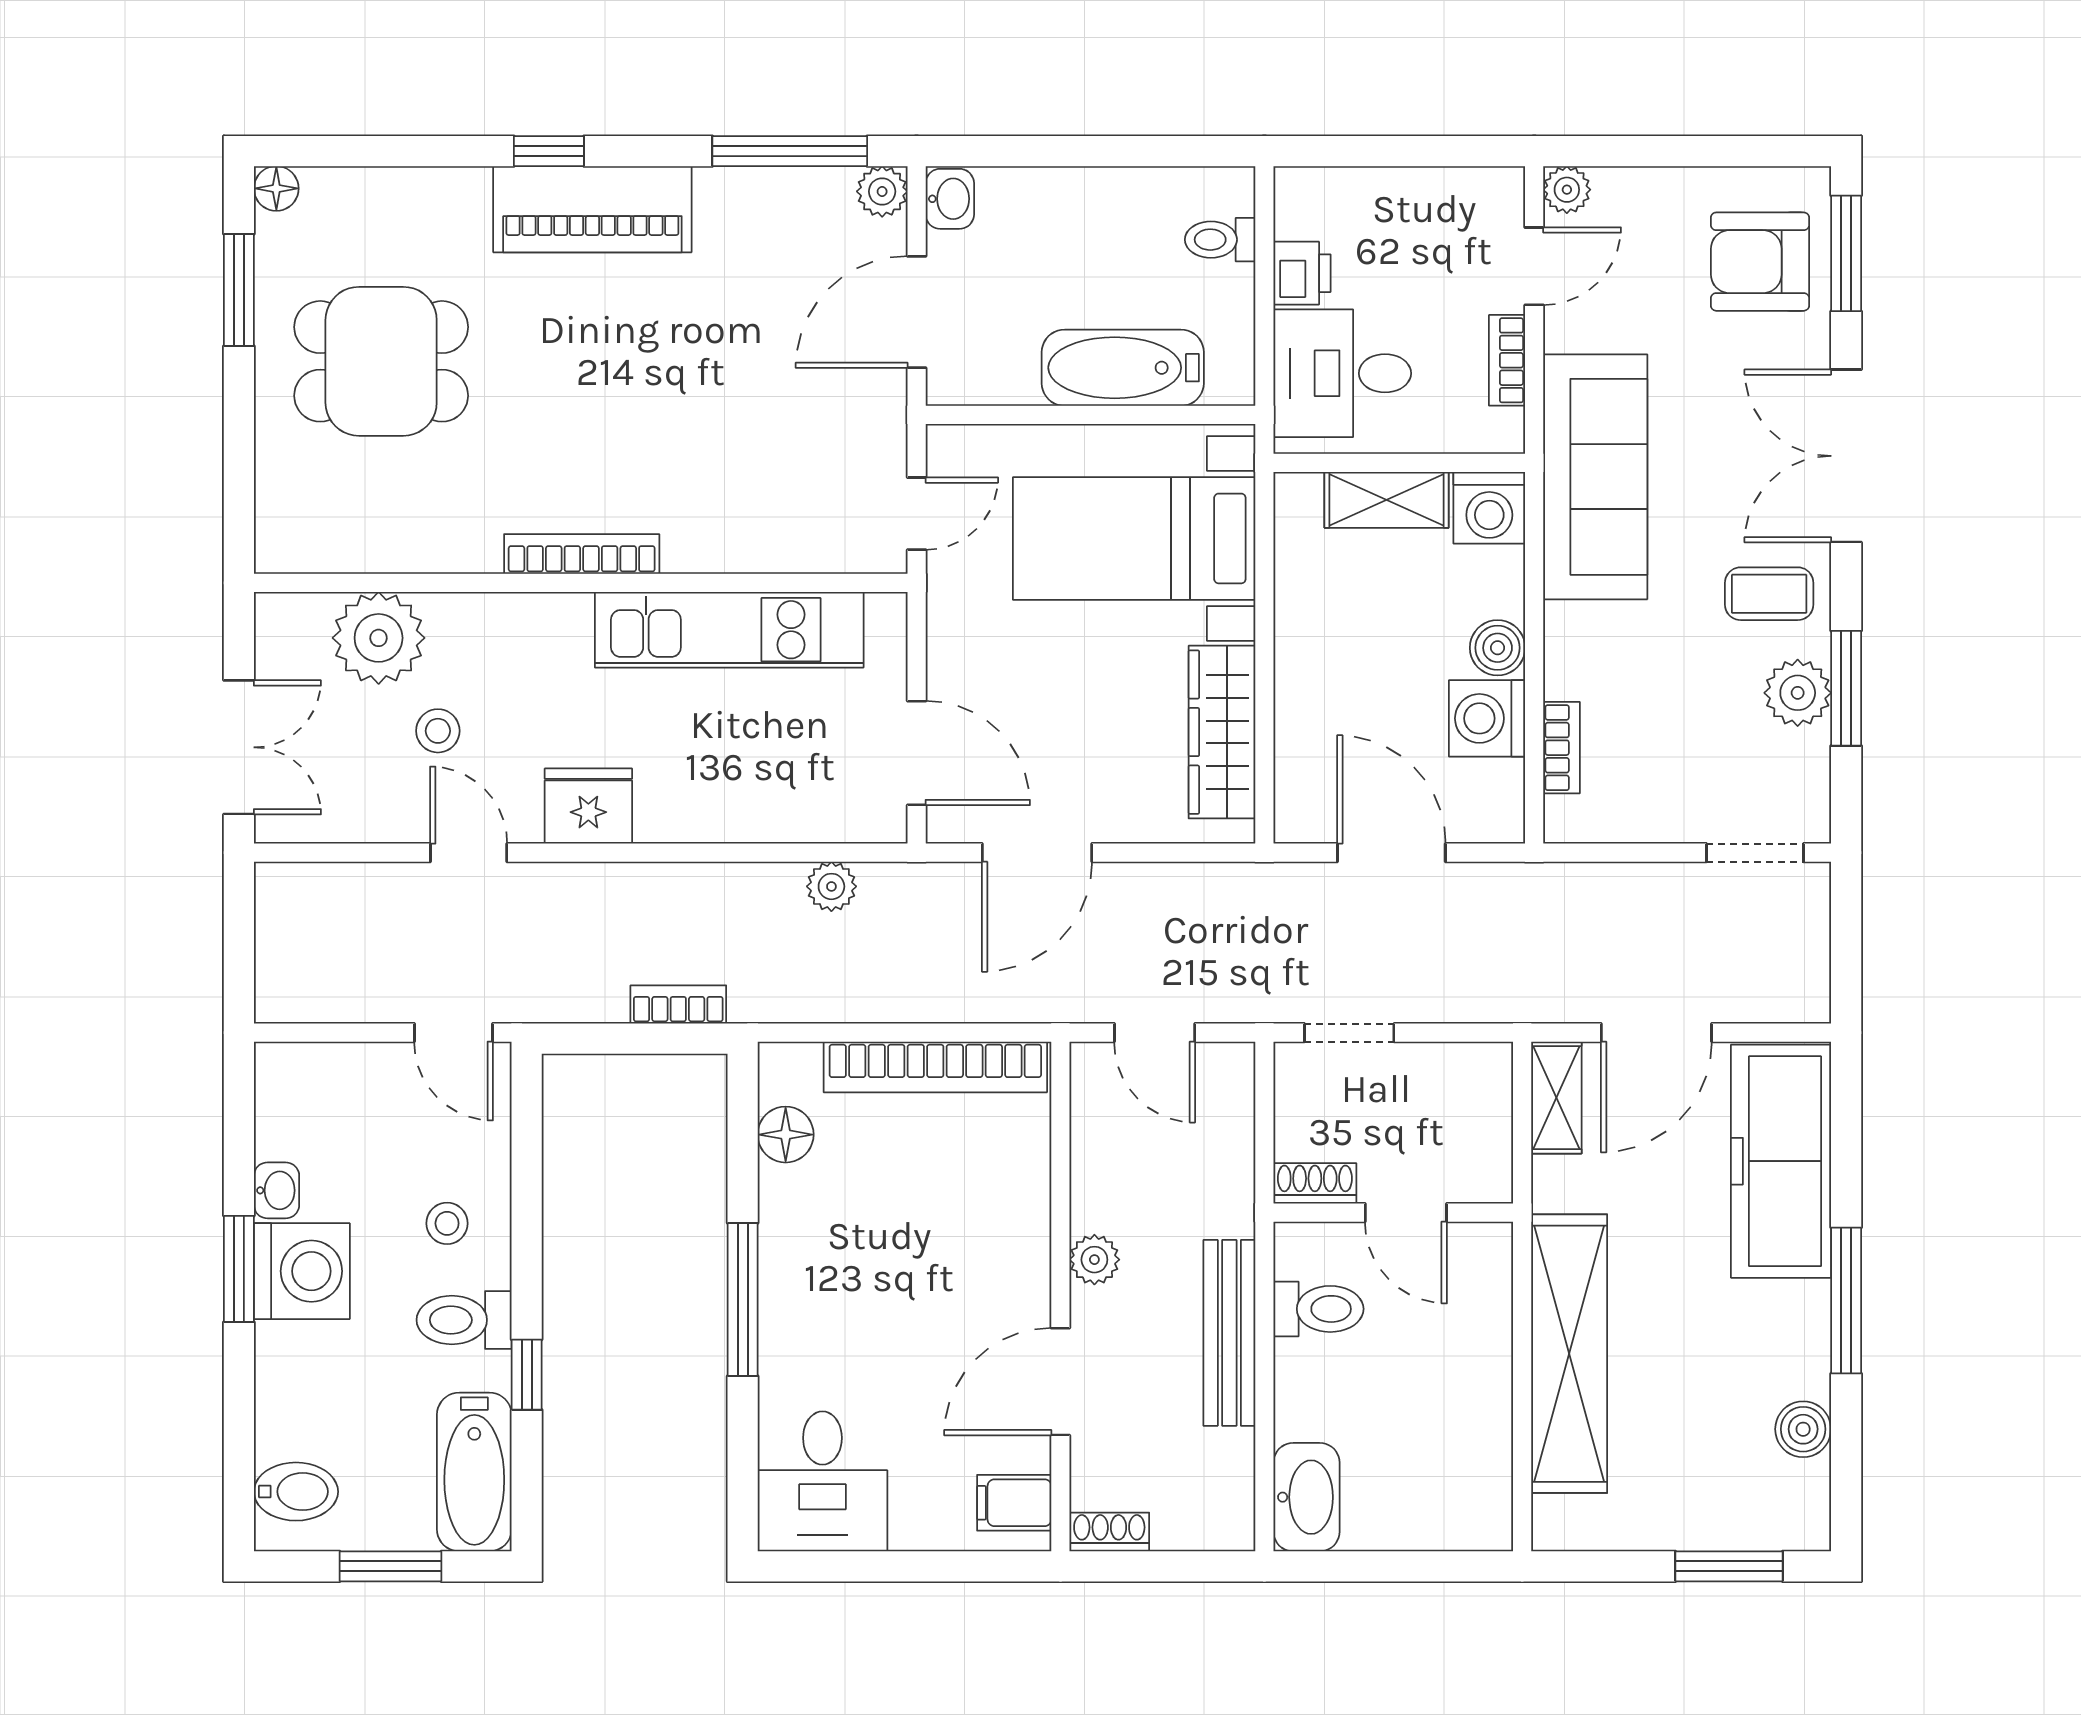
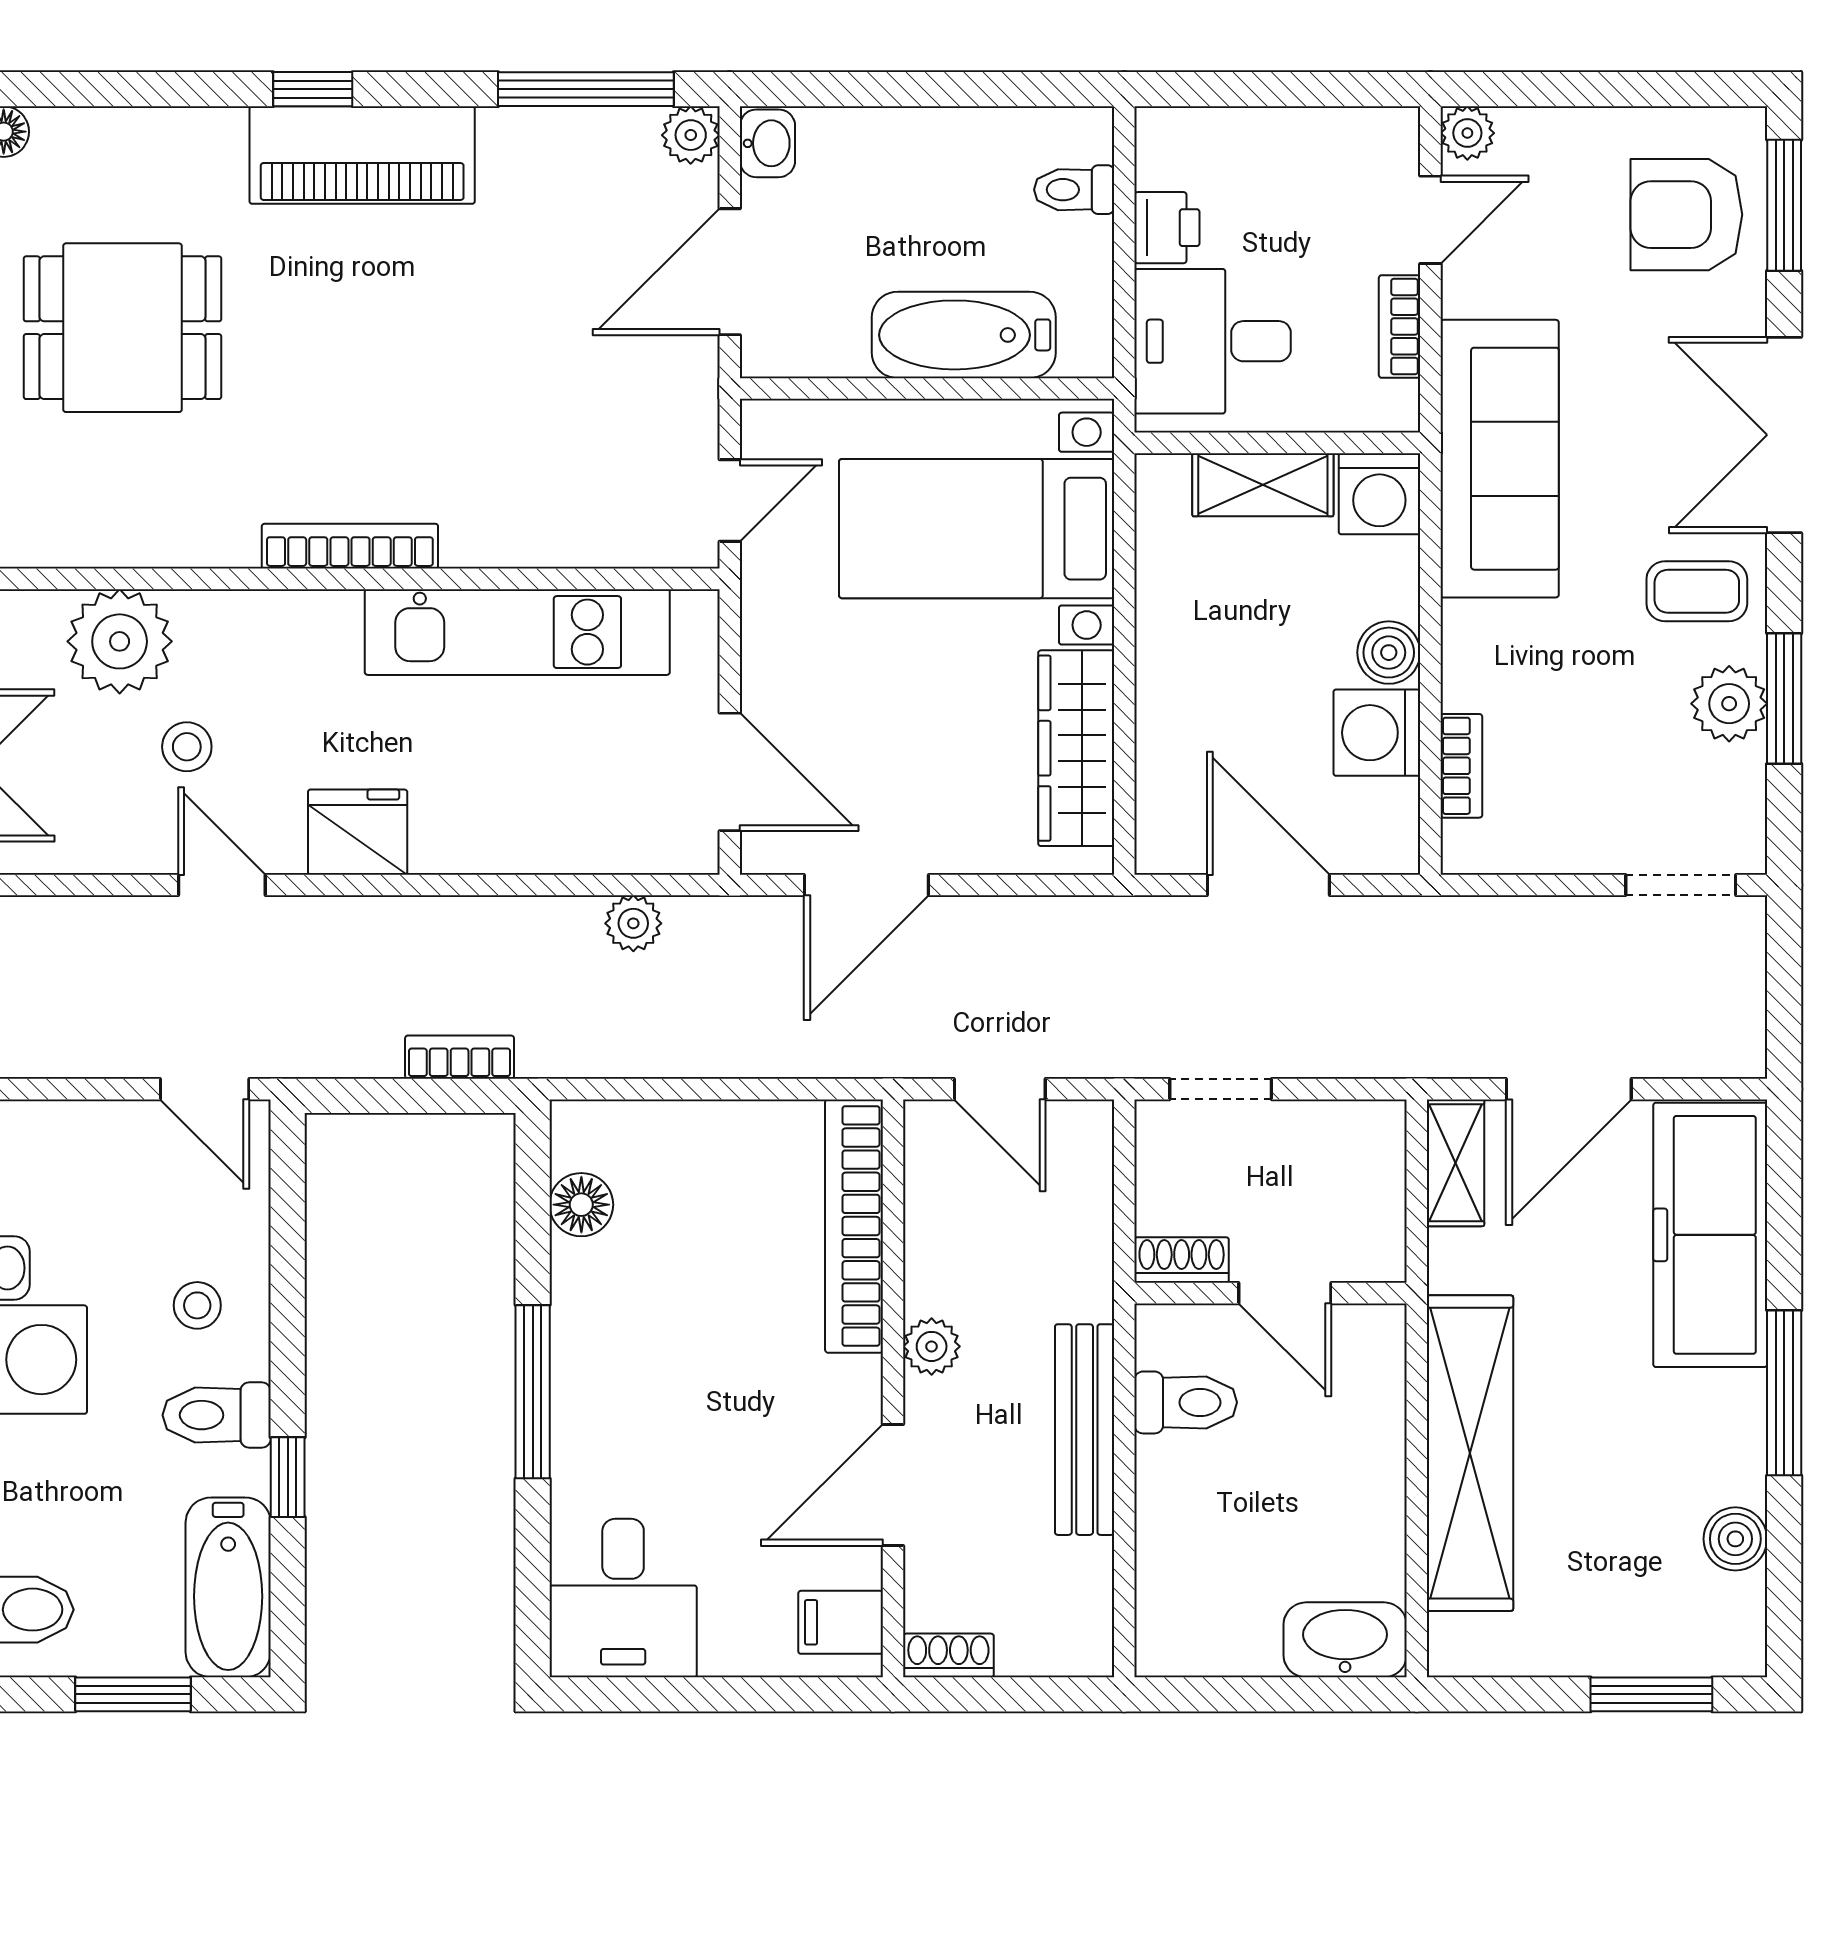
bookcase: (935, 1067) -> (854, 1226), moved, turned 90
washbasin: (1306, 1497) -> (1345, 1640), moved, turned -90

